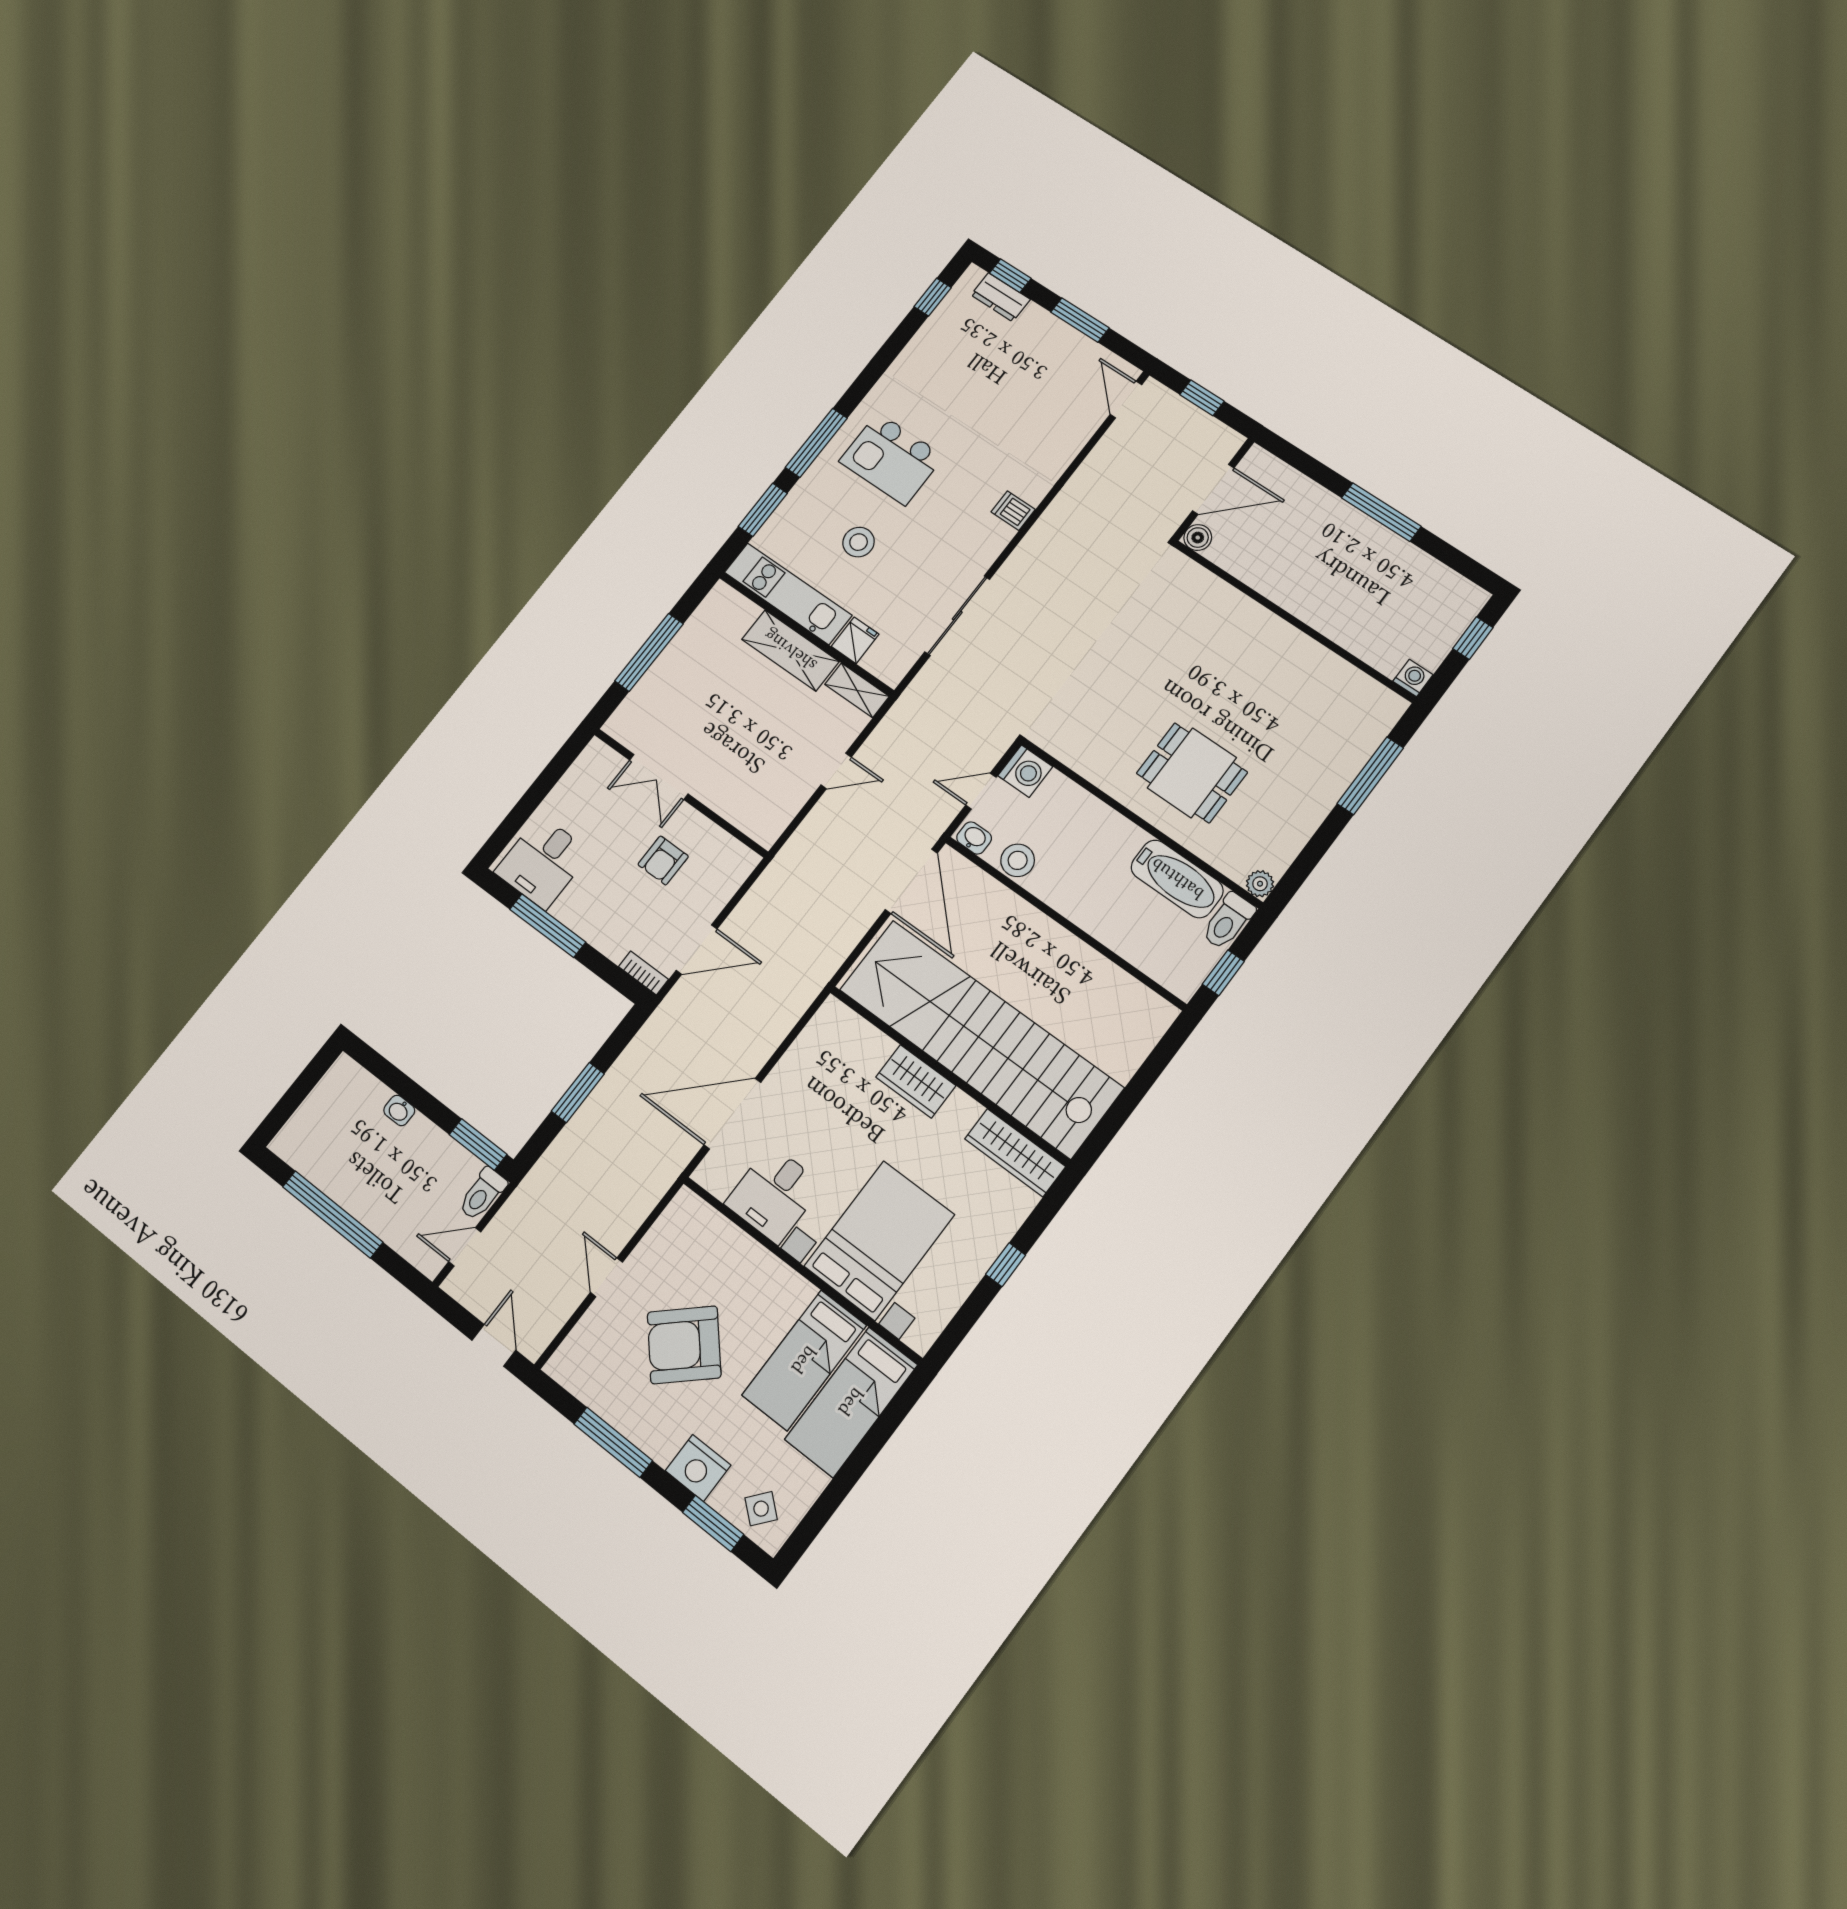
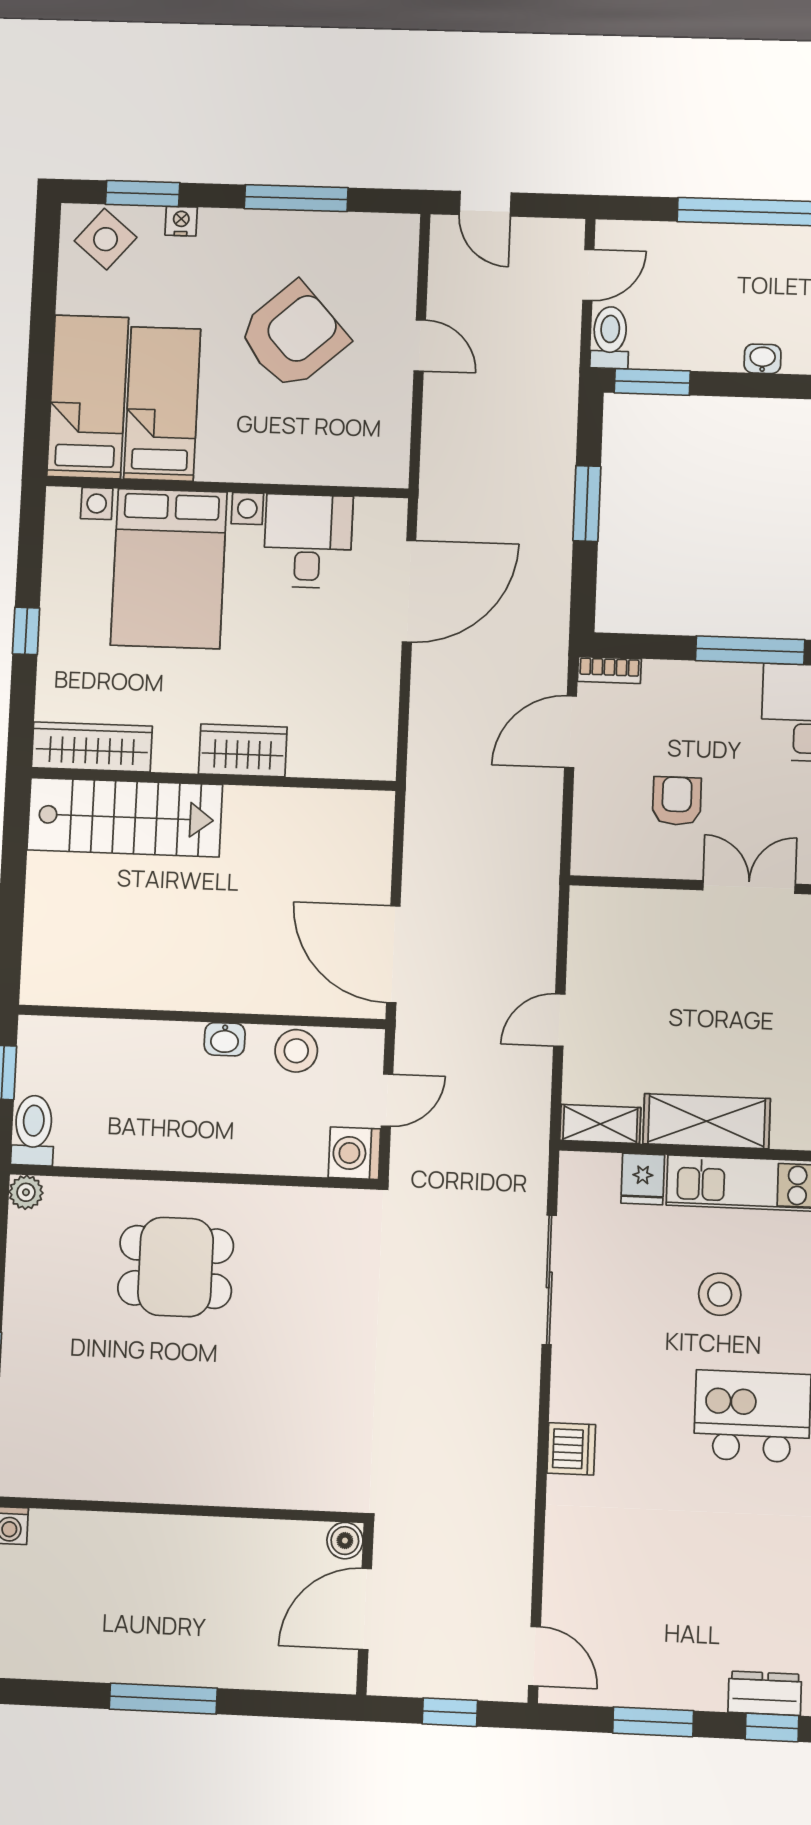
dishwasher: (1013, 511) -> (571, 1449), width x1.38
washbasin: (974, 838) -> (225, 1039), moved
bathtub: (1177, 879) -> (115, 1141), removed
stairs: (981, 1038) -> (125, 817), width x0.54, depth x0.66
nightstand: (698, 1468) -> (181, 221), width x0.53, depth x0.56
side table: (761, 1509) -> (106, 239), width x1.37, depth x1.37

